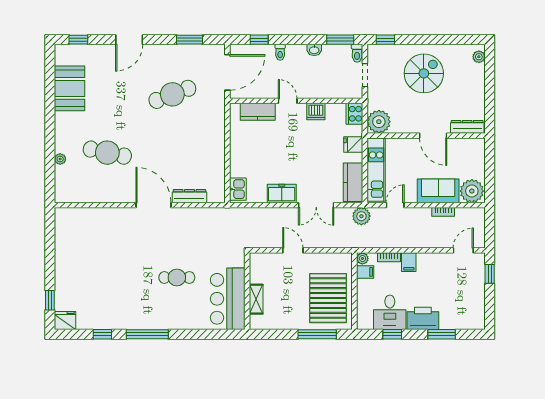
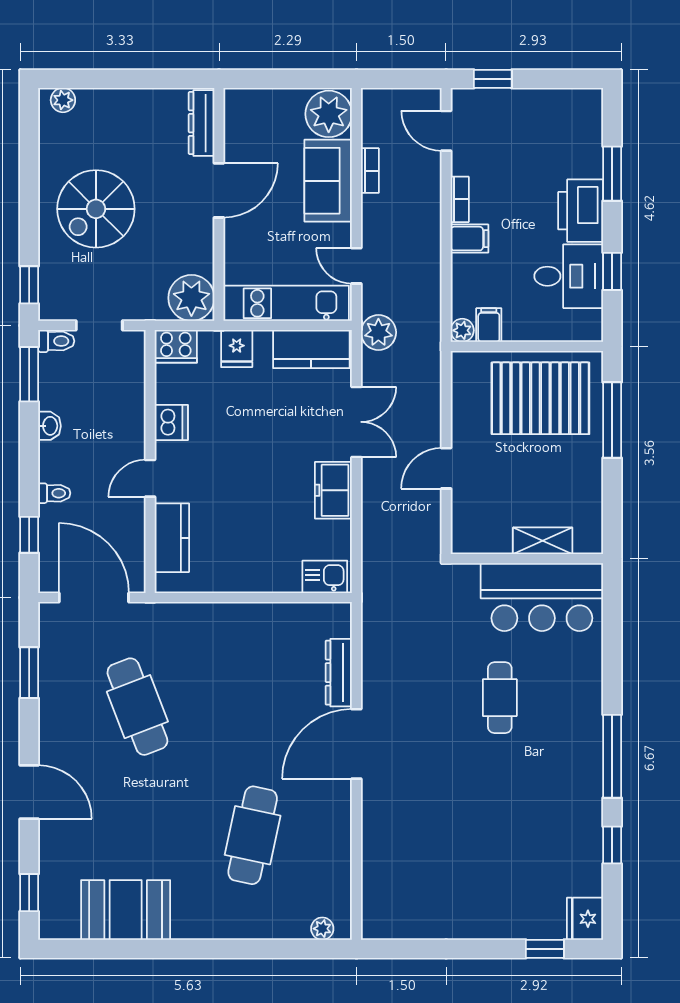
spiral stairs: (424, 73) -> (96, 209), turned -90
plant: (60, 159) -> (322, 929), moved
bookcase: (389, 257) -> (460, 199), moved

